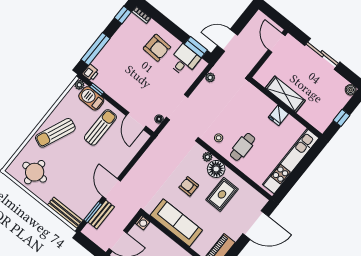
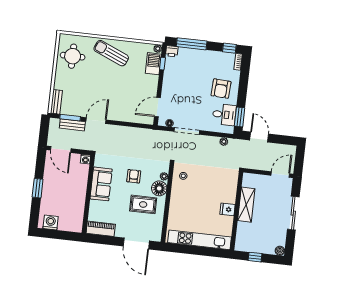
sun lounger: (100, 127) -> (136, 84), removed
cafe table: (243, 147) -> (188, 198), removed
bench: (65, 213) -> (56, 102), width x0.73
sofa: (176, 223) -> (101, 184), width x0.73

